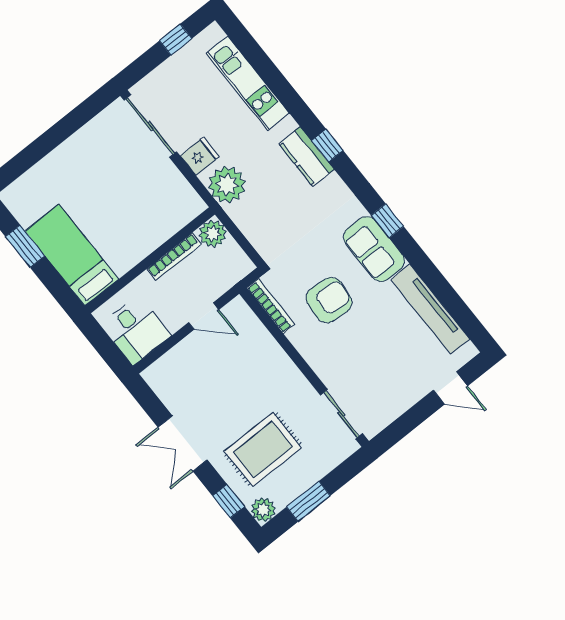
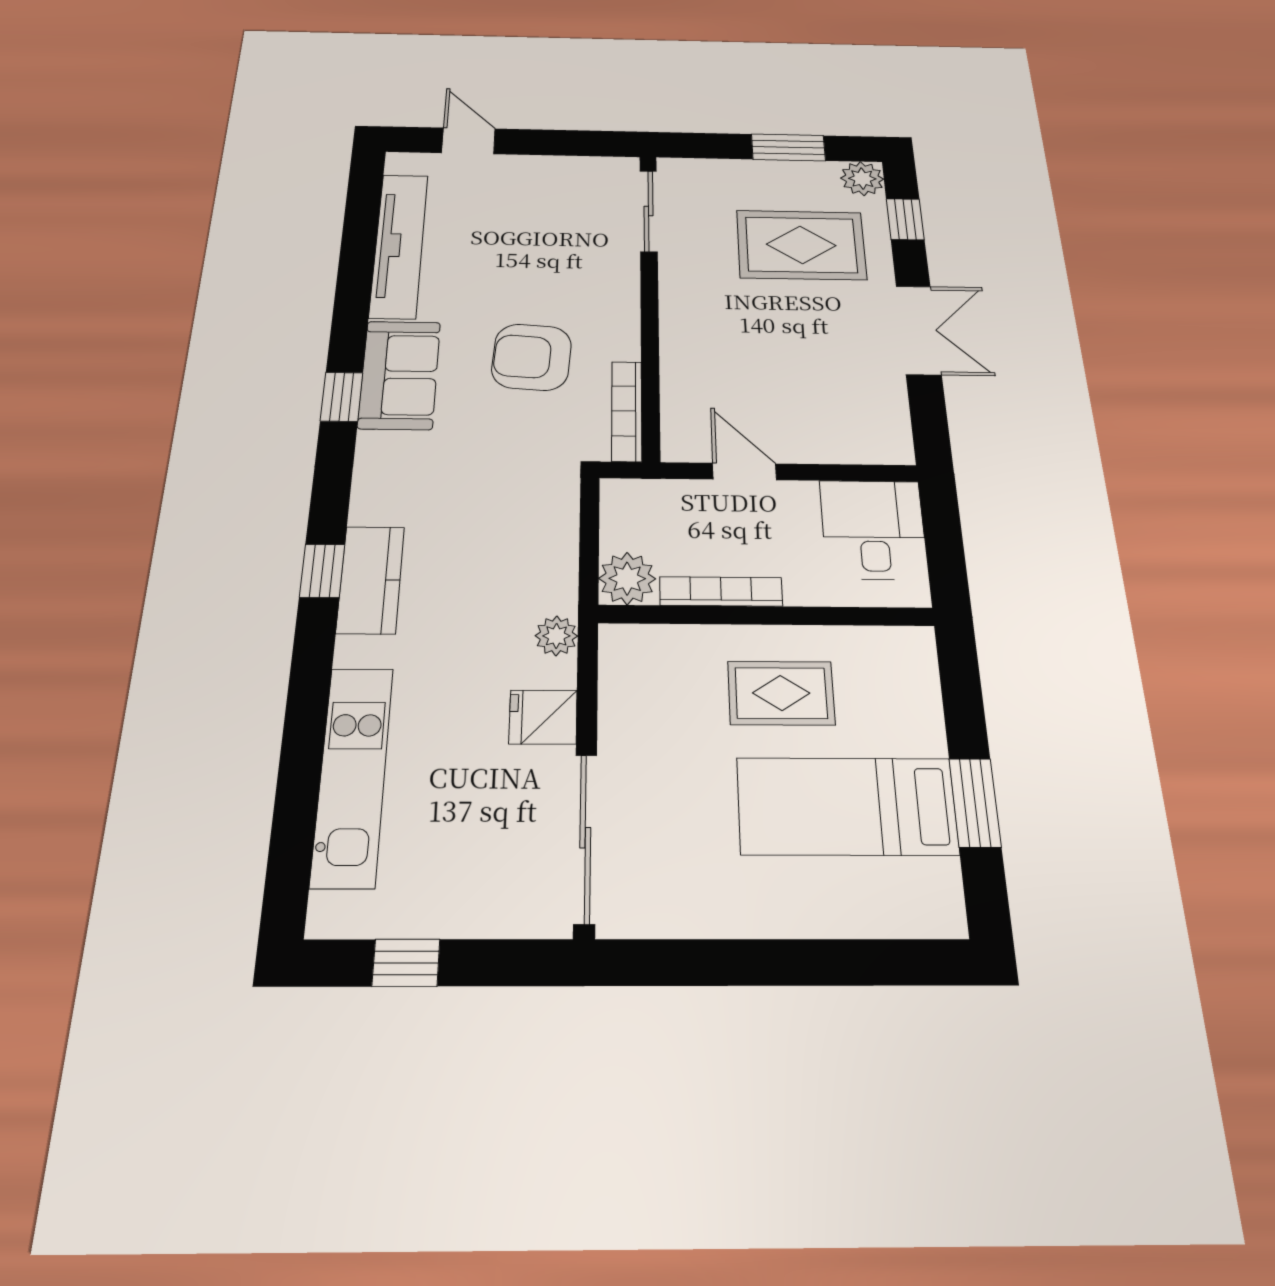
plant: (227, 185) -> (556, 636), width x0.53, depth x0.53
rug: (122, 233) -> (781, 693), added
bed: (72, 255) -> (847, 806), moved, turned 90

